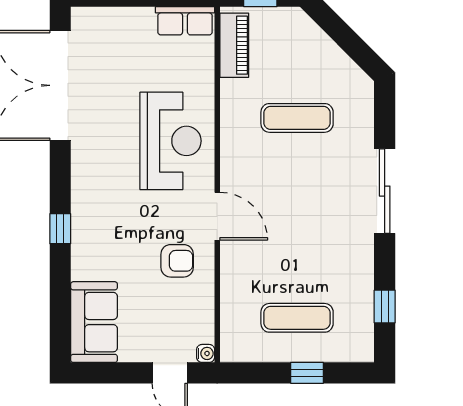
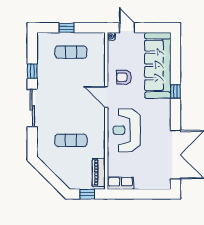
window: (385, 306) -> (32, 71), moved
sofa: (94, 322) -> (158, 65), width x1.85, depth x1.27

